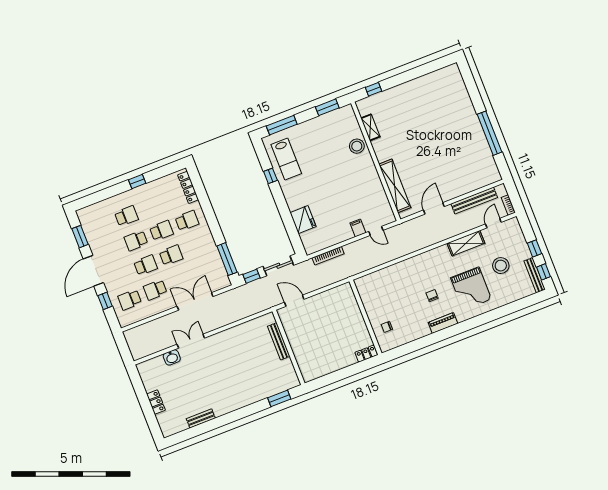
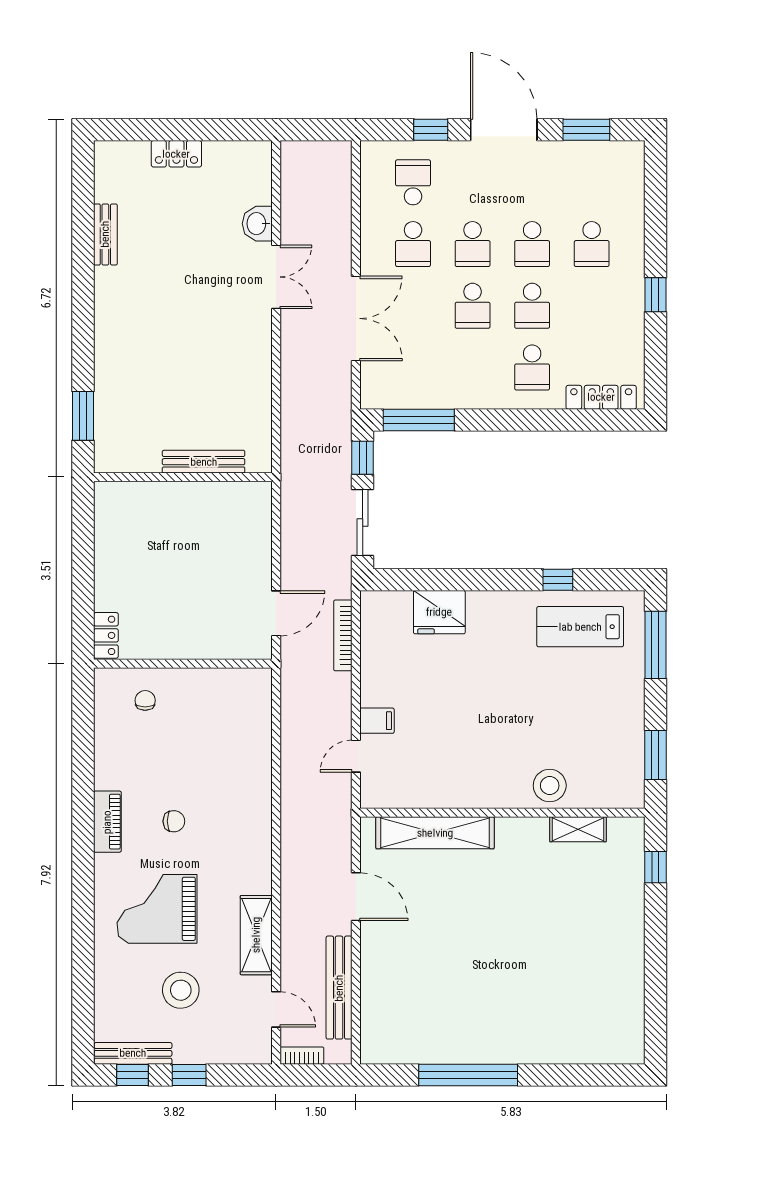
school desk: (136, 241) -> (532, 244), turned 180
school desk: (155, 290) -> (413, 244), turned 180
door: (294, 301) -> (276, 613), moved

